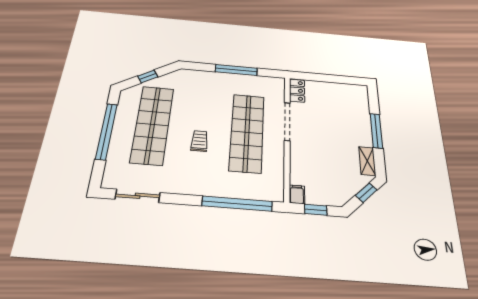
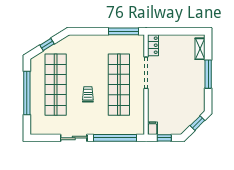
window: (236, 70) -> (123, 31), moved
shelving: (367, 161) -> (200, 49), moved
sliding door: (138, 196) -> (74, 138), moved

